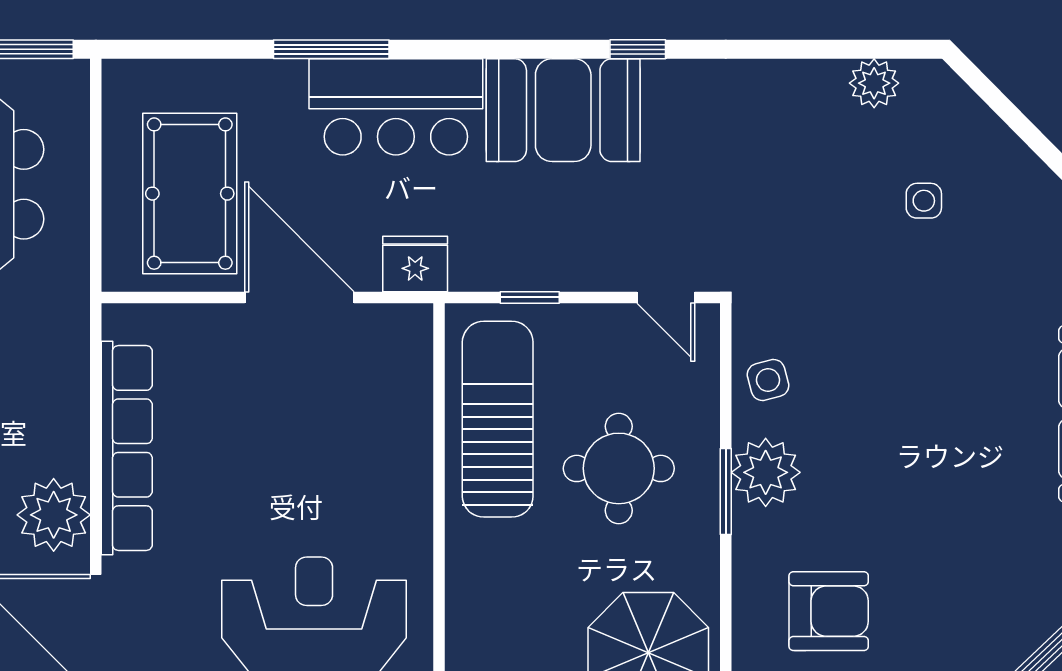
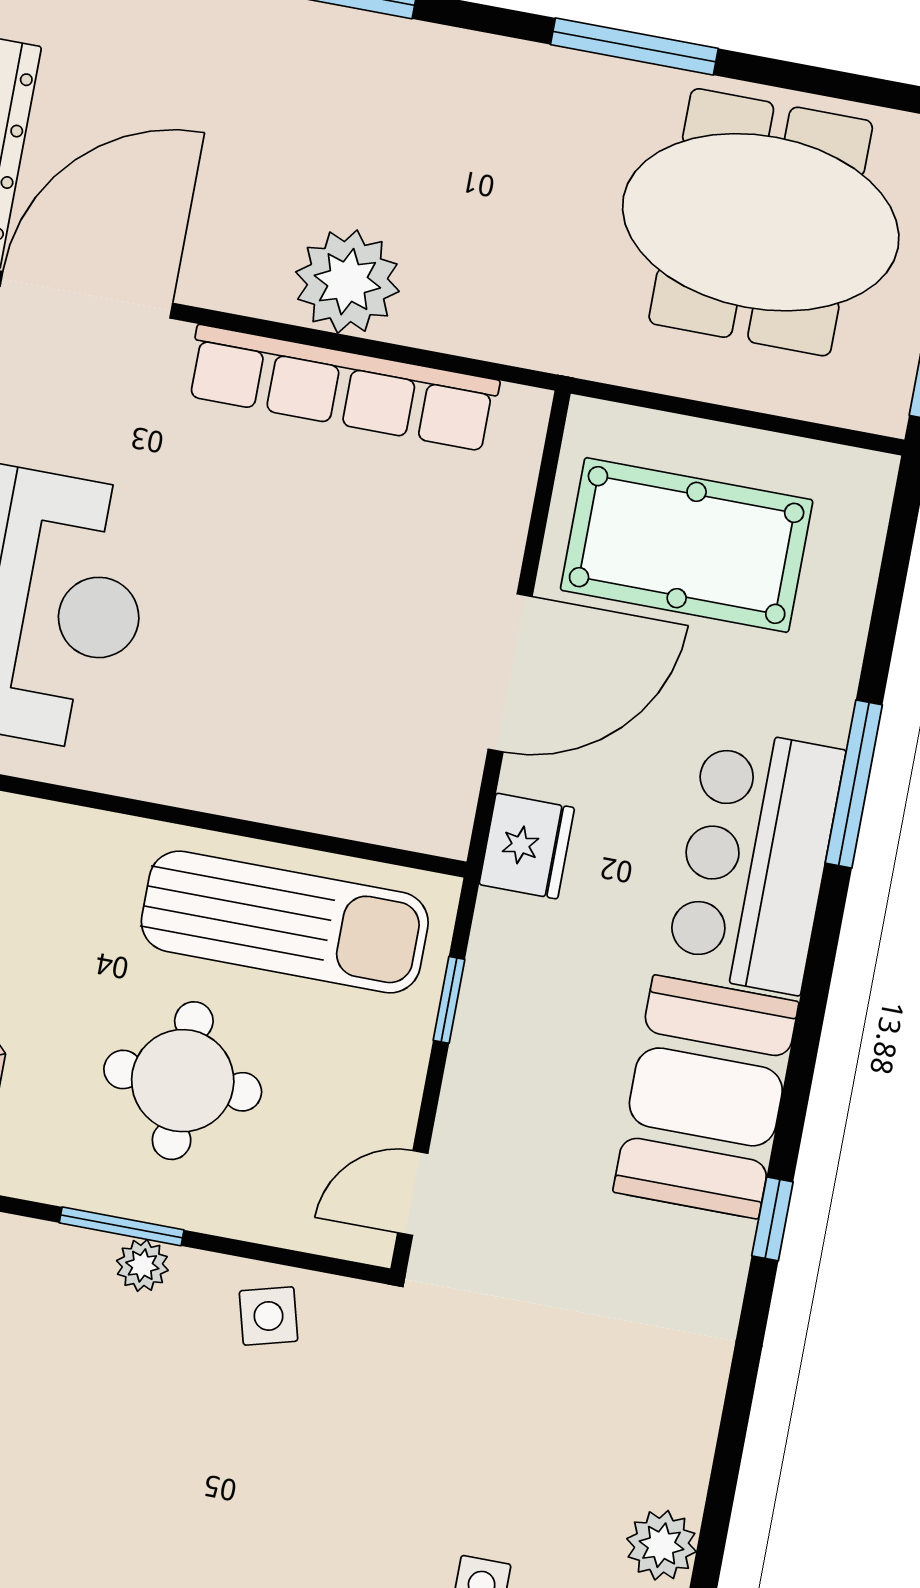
plant: (766, 472) -> (142, 1265), width x0.53, depth x0.53
plant: (54, 515) -> (347, 282), moved

